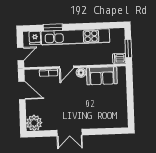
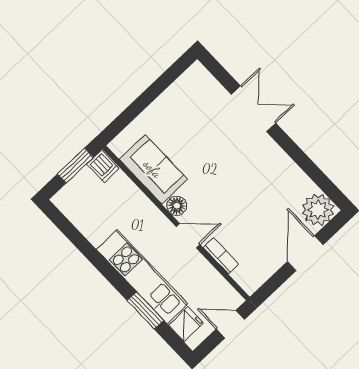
kitchen unit: (75, 37) -> (142, 277), width x0.73
door: (22, 90) -> (305, 253), moved
double door: (69, 133) -> (254, 109), moved

